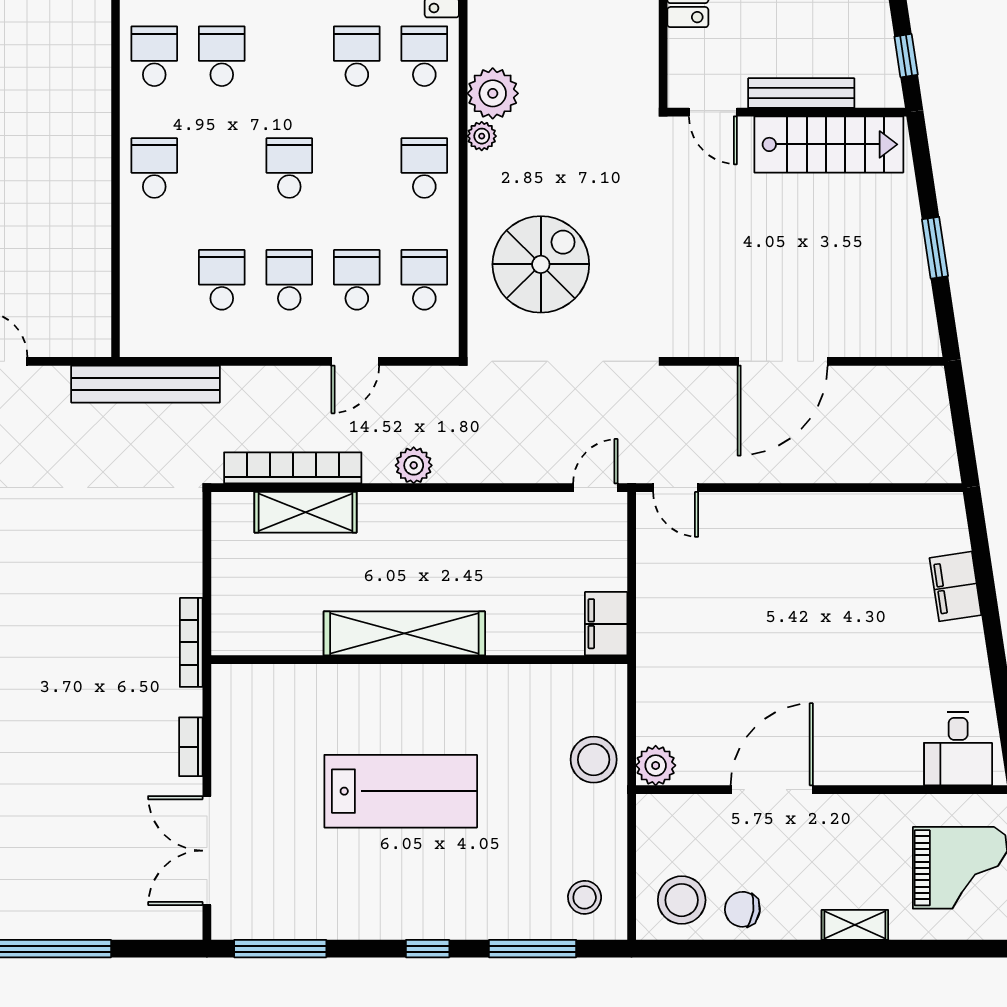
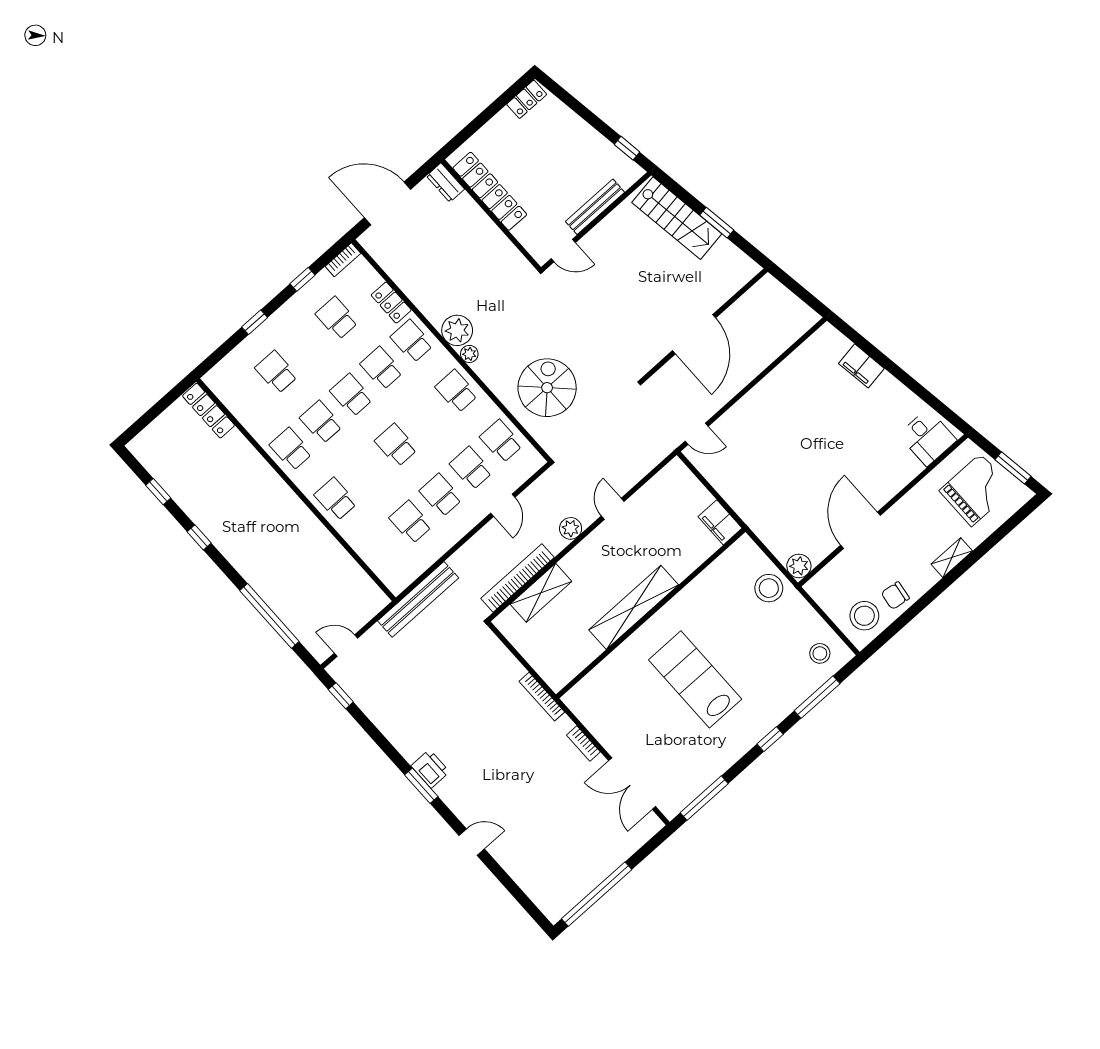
school desk: (289, 56) -> (351, 395), added
stairs: (829, 144) -> (677, 218), moved, turned 81
door: (595, 488) -> (613, 509), moved
lab bench: (401, 791) -> (695, 679), turned -90

